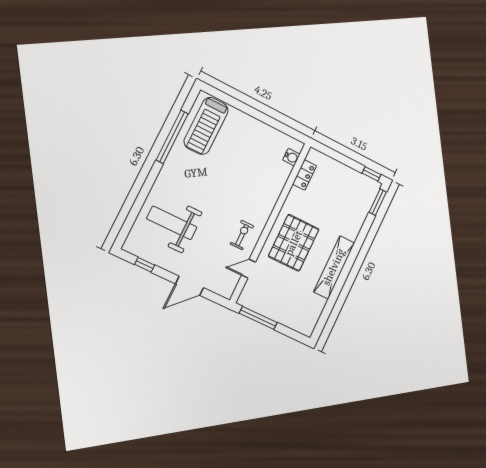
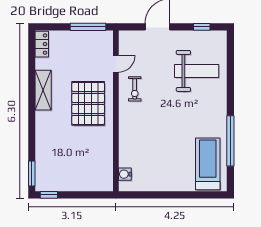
locker: (305, 175) -> (42, 44), moved, turned 180
shelving: (334, 267) -> (43, 90), width x0.68

